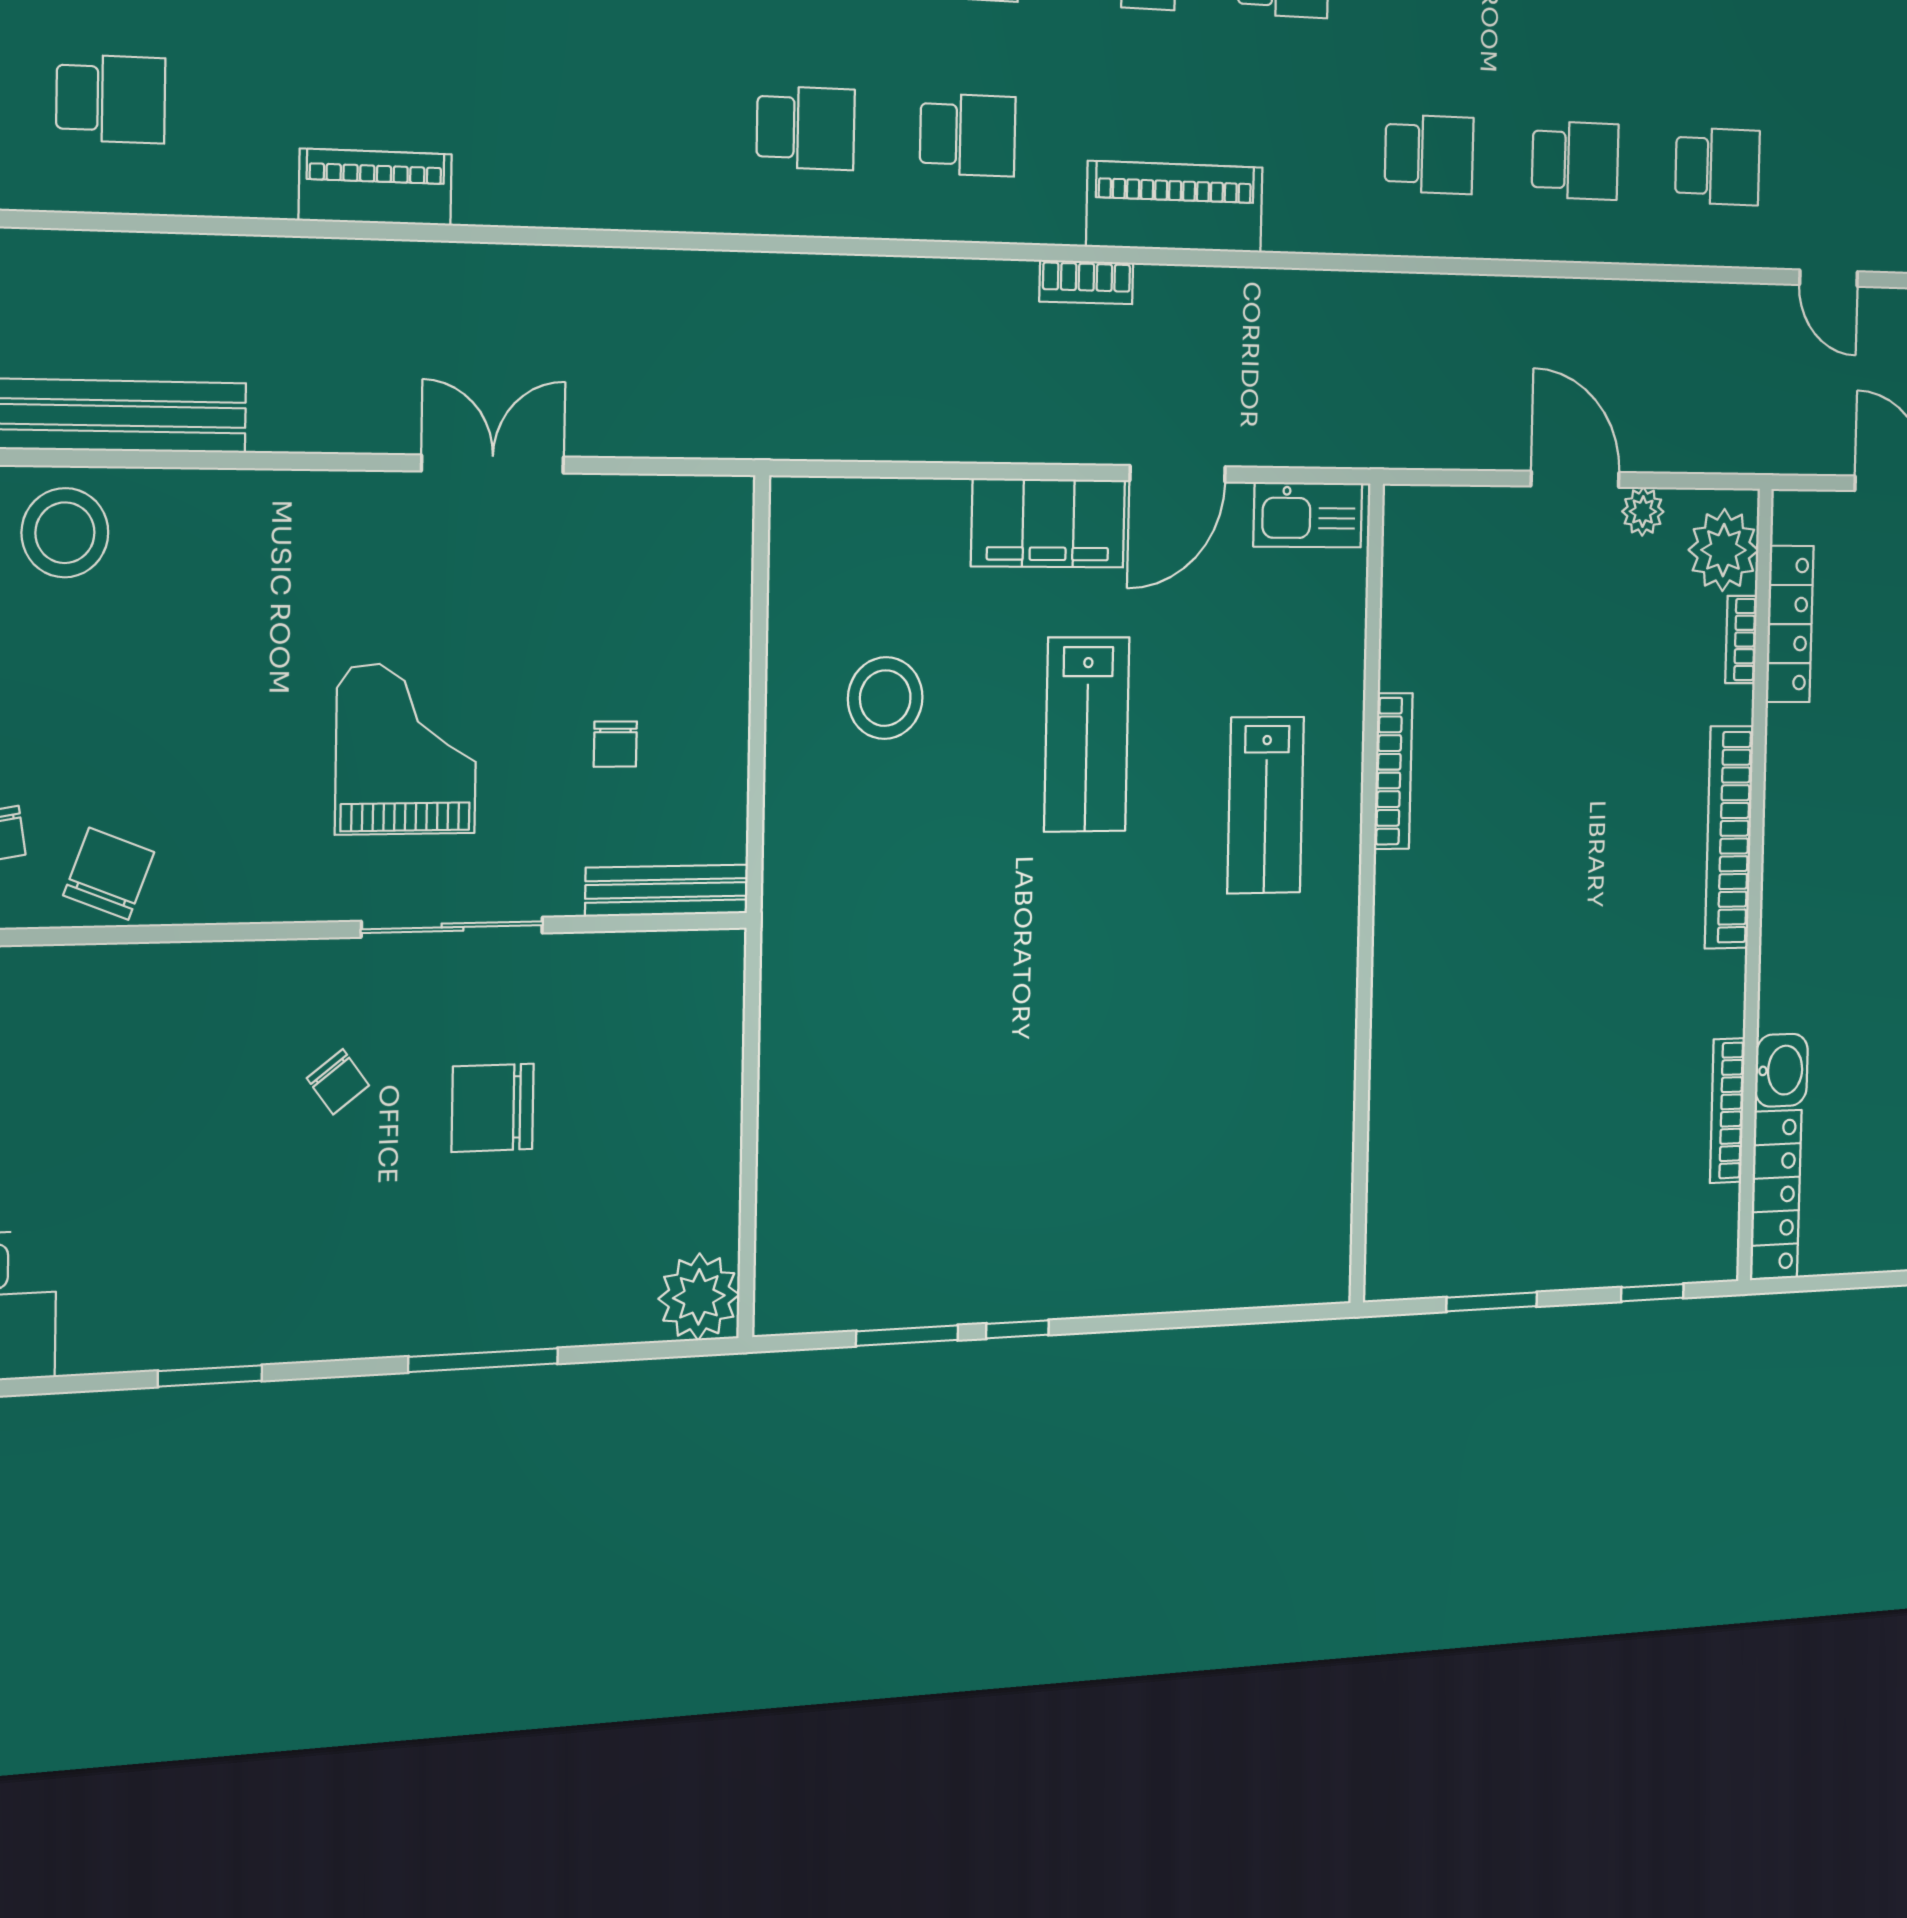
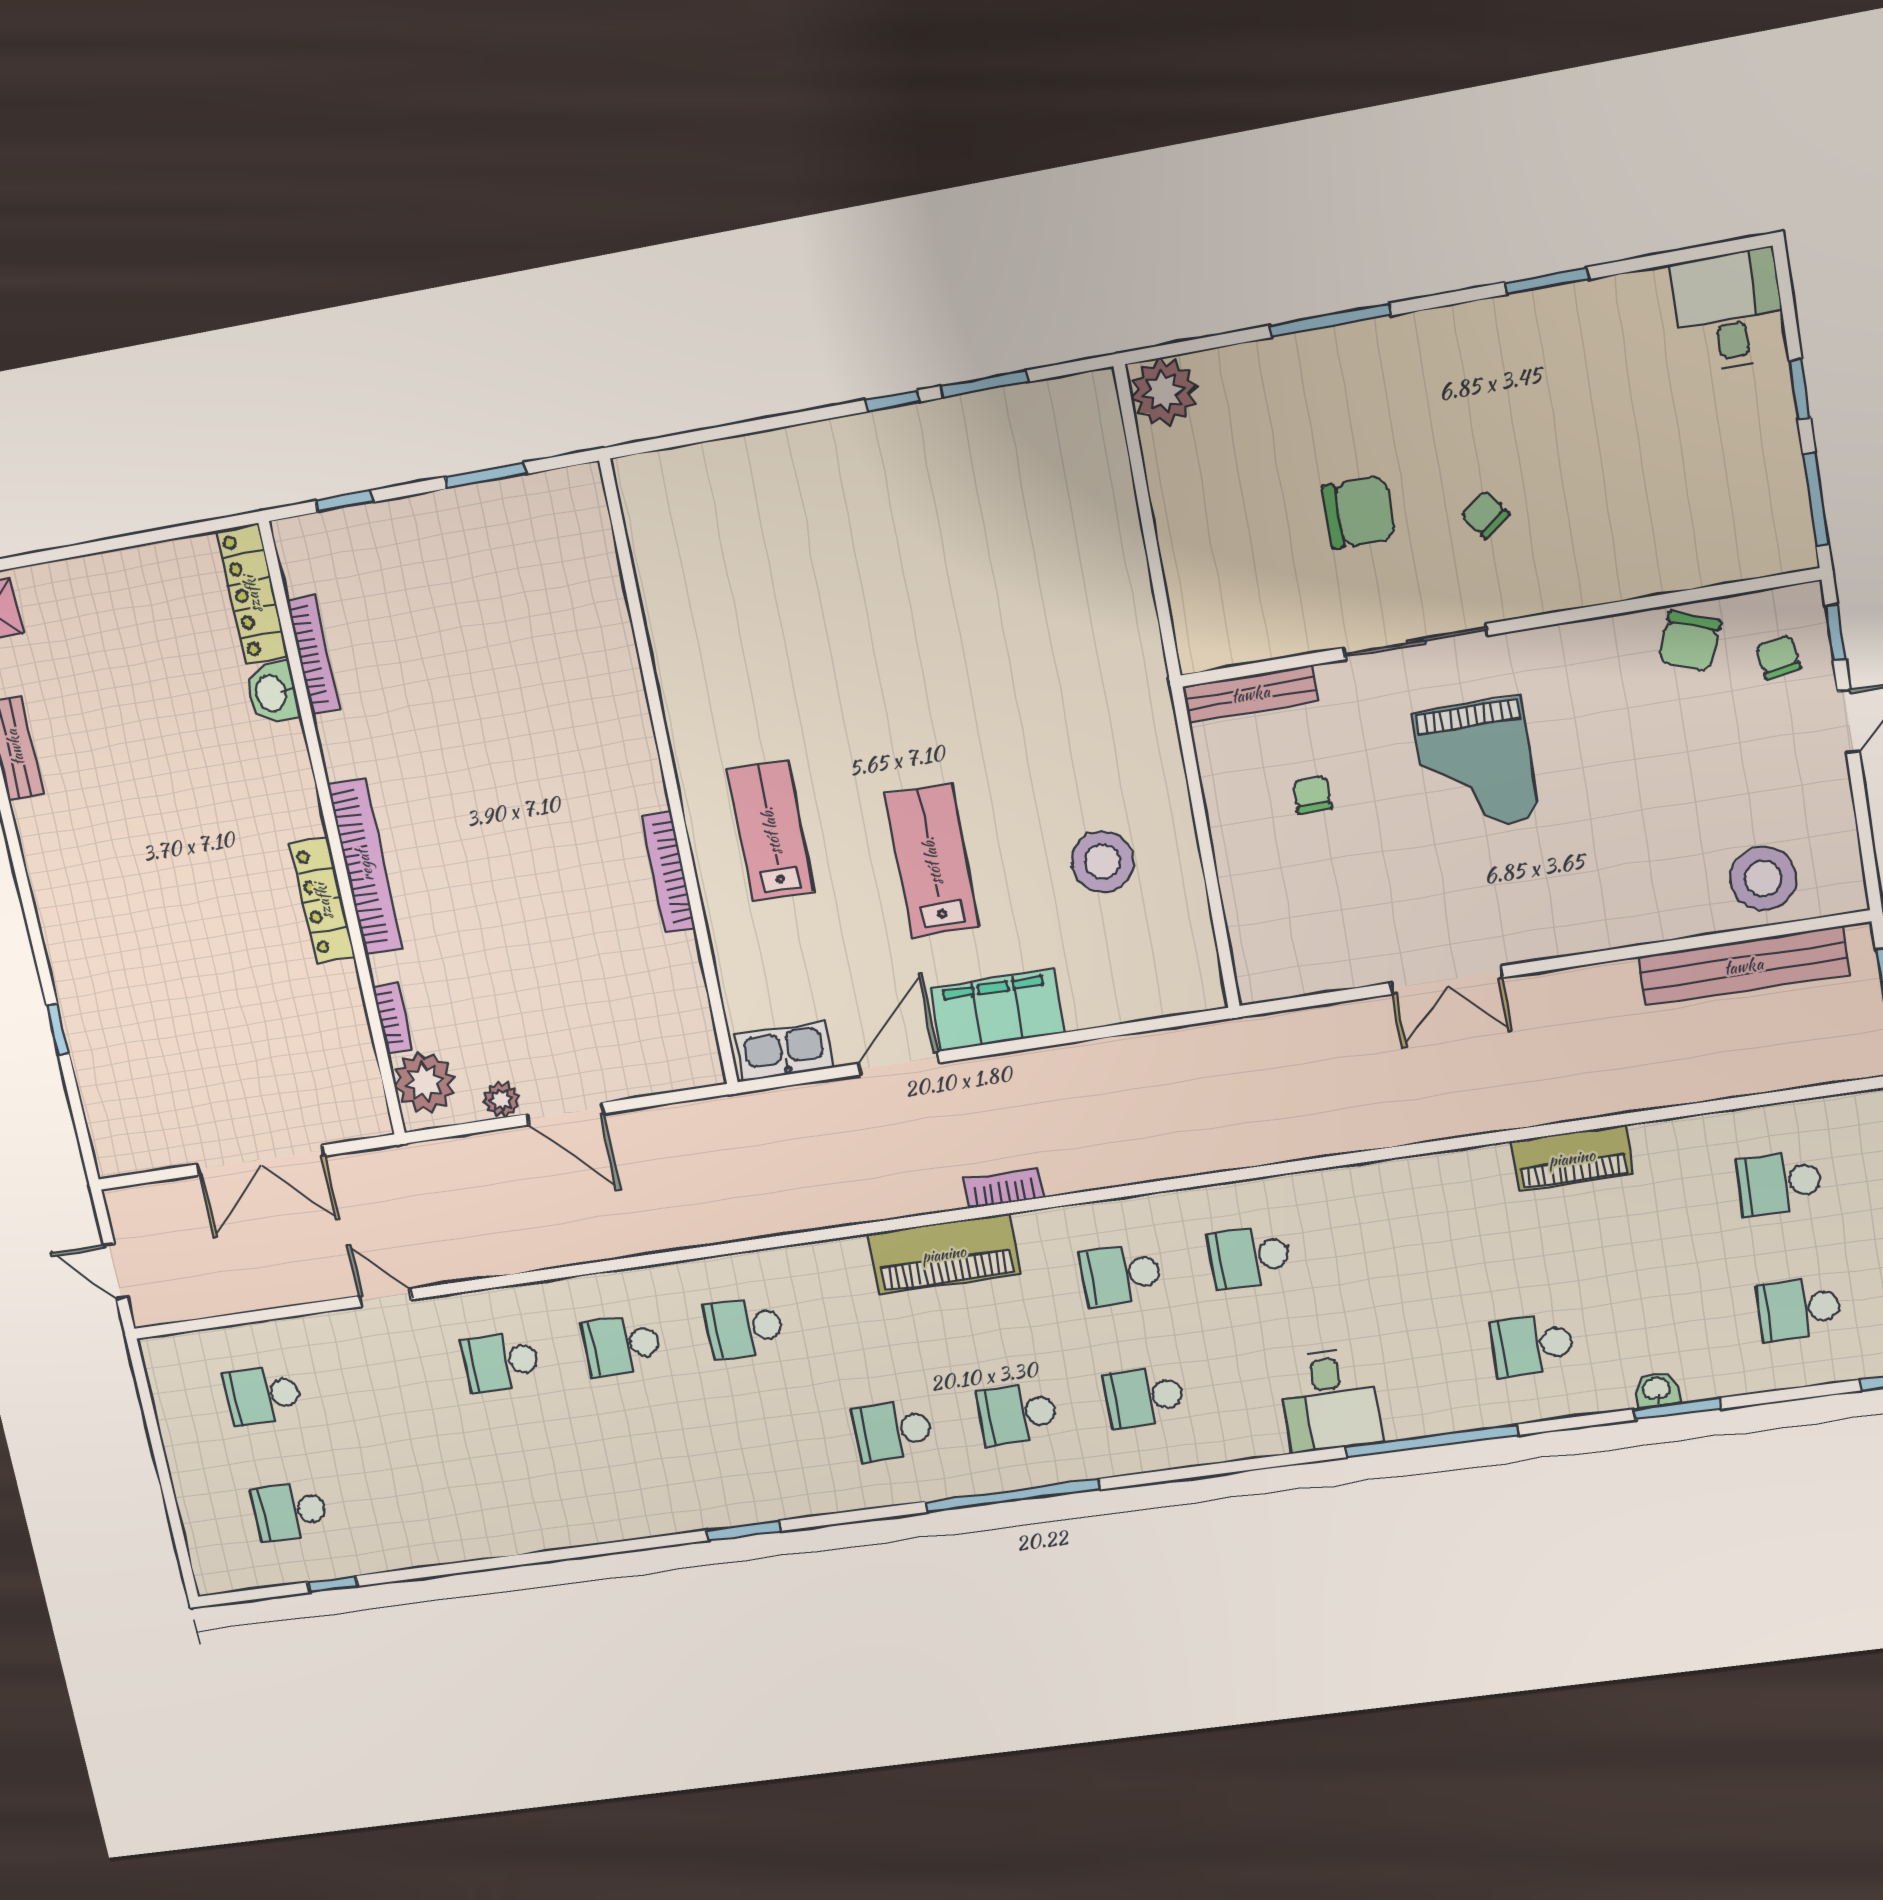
locker: (1790, 624) -> (323, 901), moved

